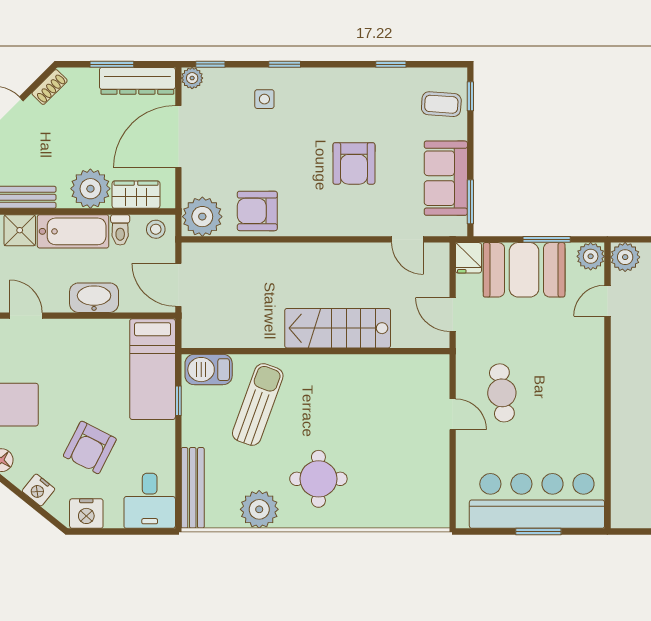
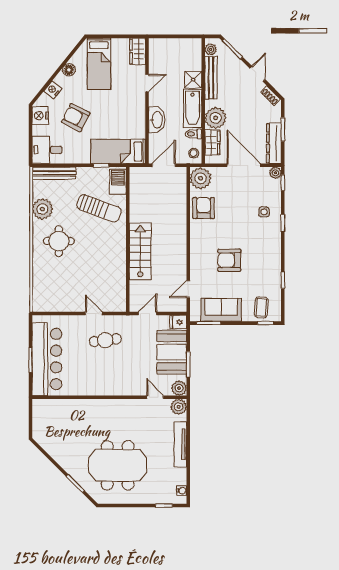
door: (453, 414) -> (94, 314), swing flipped

